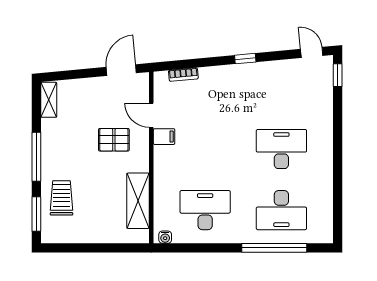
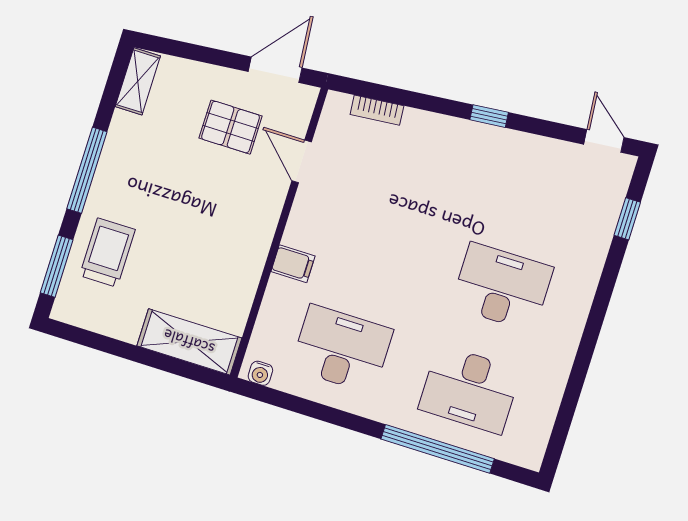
window: (338, 75) -> (627, 219), moved
filing cabinet: (164, 137) -> (293, 264), moved
pallet: (114, 140) -> (231, 127), moved
shelving: (138, 201) -> (189, 342), moved, turned 90

